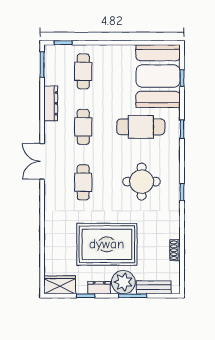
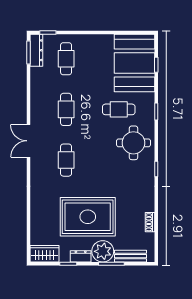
dresser: (51, 103) -> (36, 50), moved
cafe table: (141, 127) -> (119, 109), width x0.73, depth x0.74
round table: (142, 182) -> (133, 143), moved

